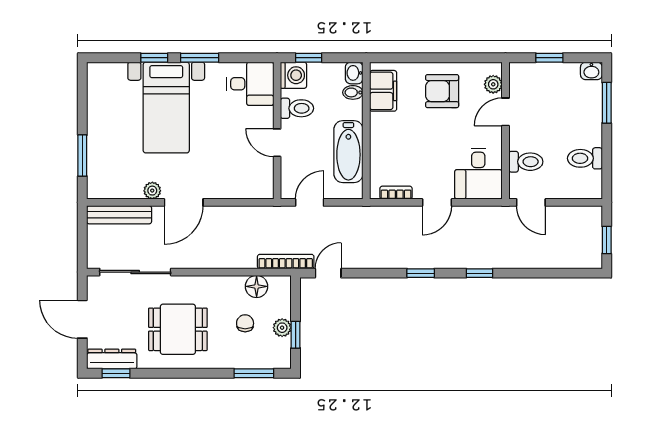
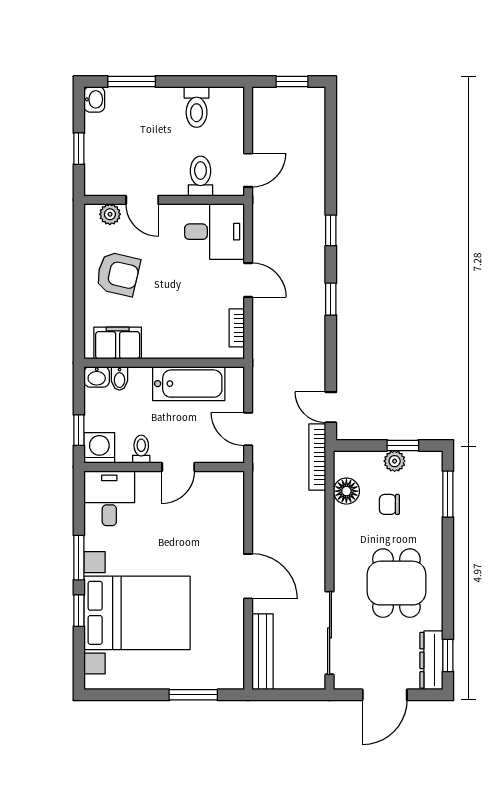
armchair: (442, 91) -> (118, 274), turned -77
bed with nightstands: (166, 108) -> (137, 613), width x1.36
toilet: (297, 108) -> (141, 449), width x0.73, depth x0.72
plant: (152, 191) -> (234, 613), removed

